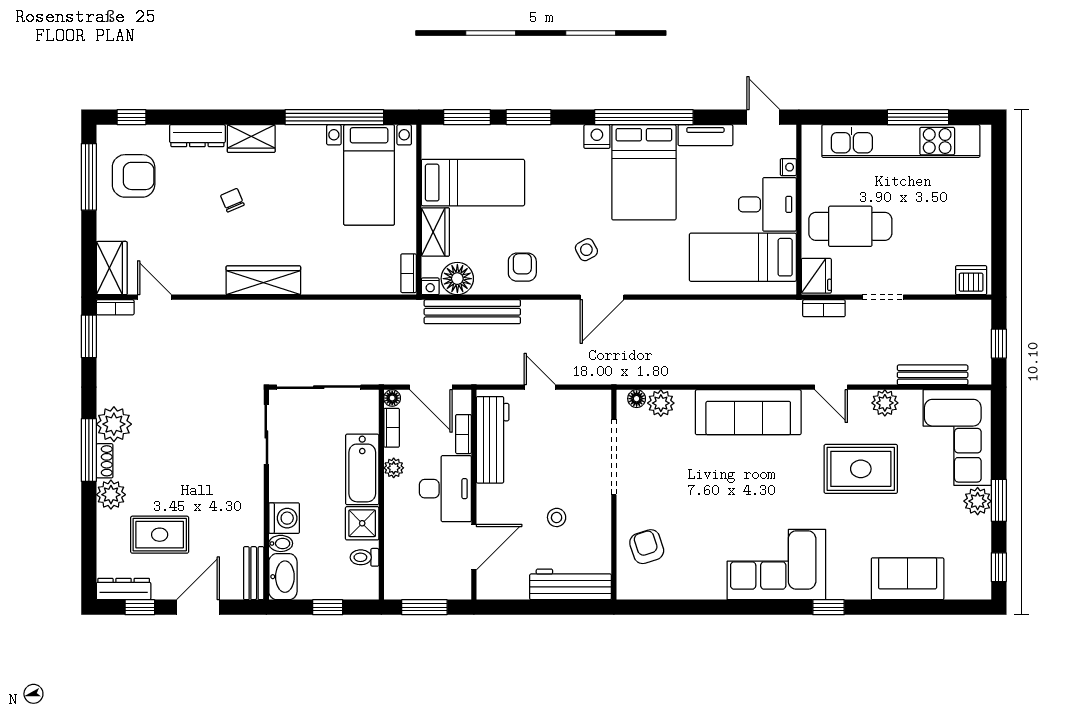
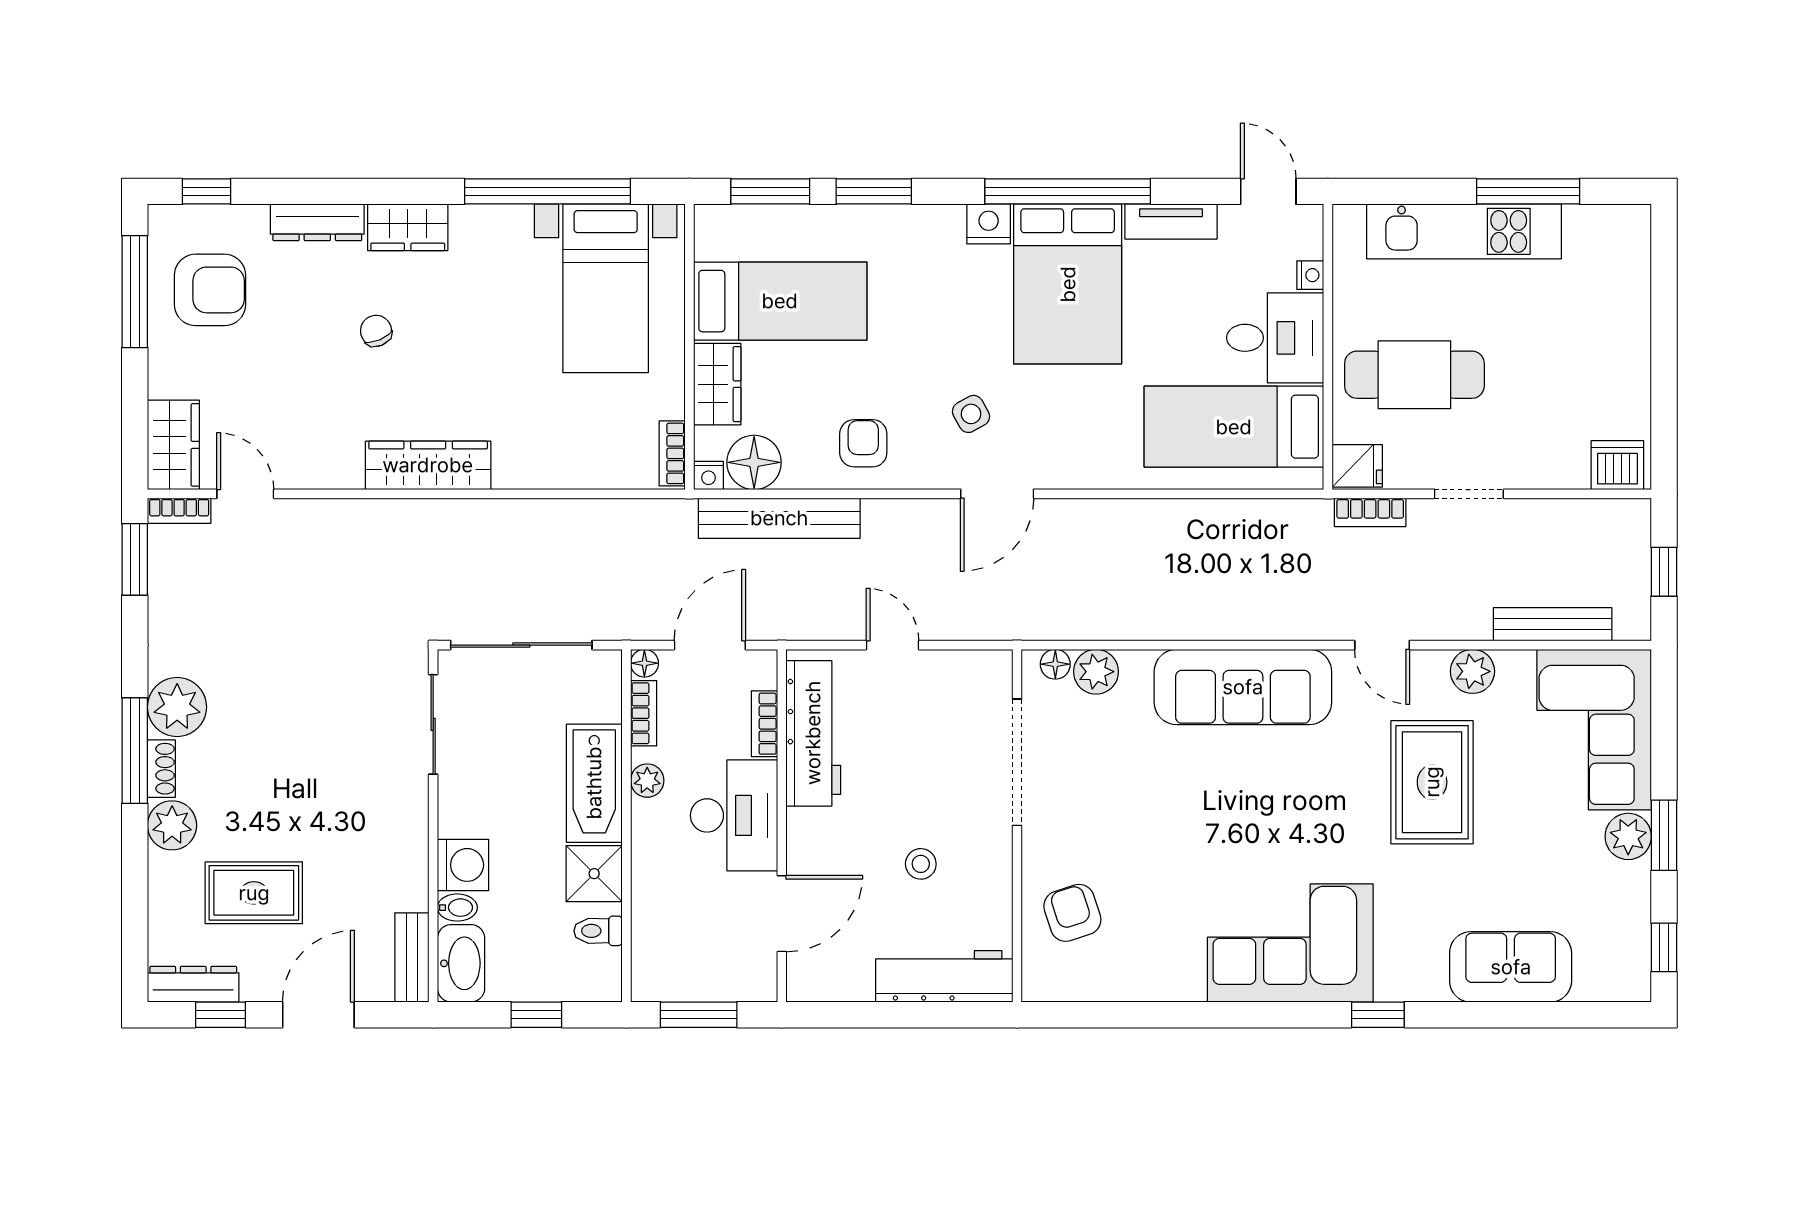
kitchen unit: (901, 141) -> (1464, 231), width x0.73
fridge: (816, 276) -> (1357, 466), width x0.72
door: (431, 387) -> (710, 645), swing flipped
rug: (861, 469) -> (1432, 782), turned 90

